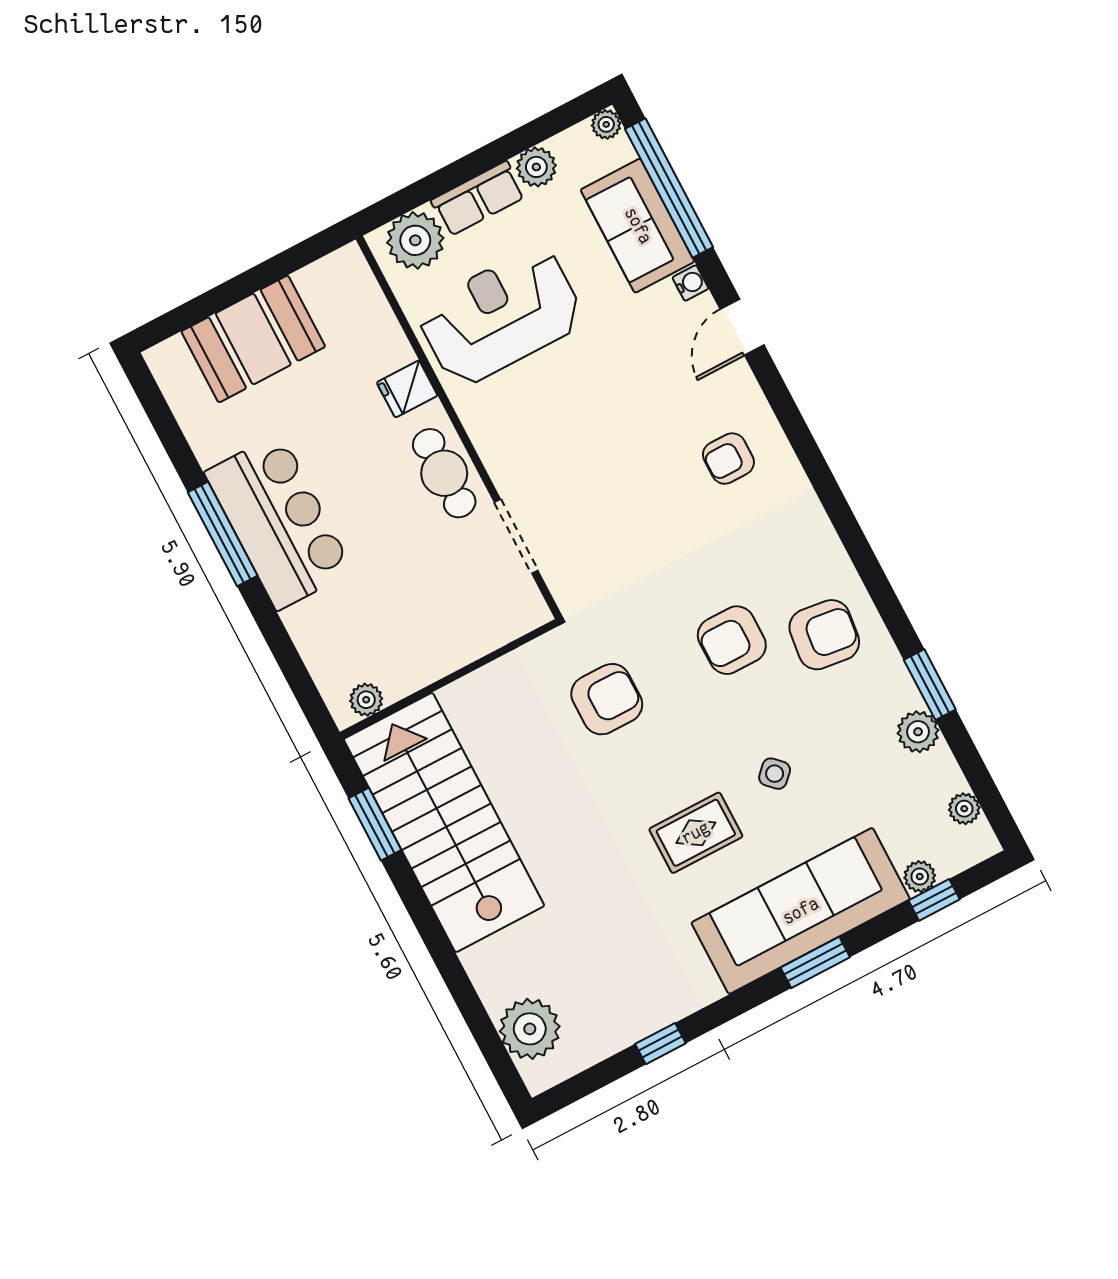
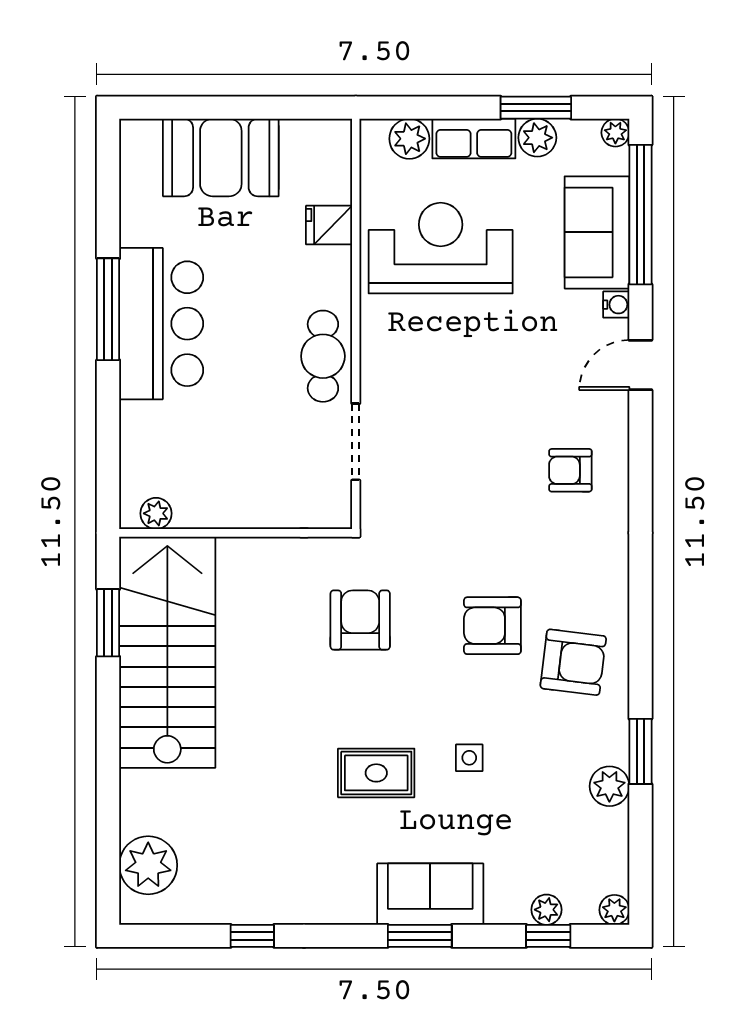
window: (520, 140) -> (536, 108), added
plant: (415, 240) -> (409, 139), width x0.73, depth x0.73
fridge: (407, 389) -> (329, 225), moved
armchair: (607, 699) -> (360, 620), turned -90
side table: (775, 774) -> (469, 758), turned 45
plant: (964, 809) -> (614, 910), moved
sofa: (801, 911) -> (430, 894), width x0.54, depth x0.79

